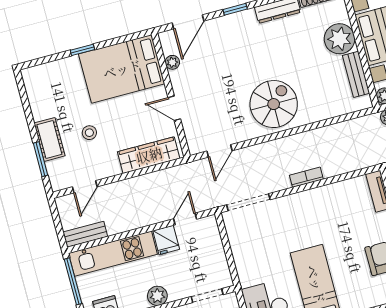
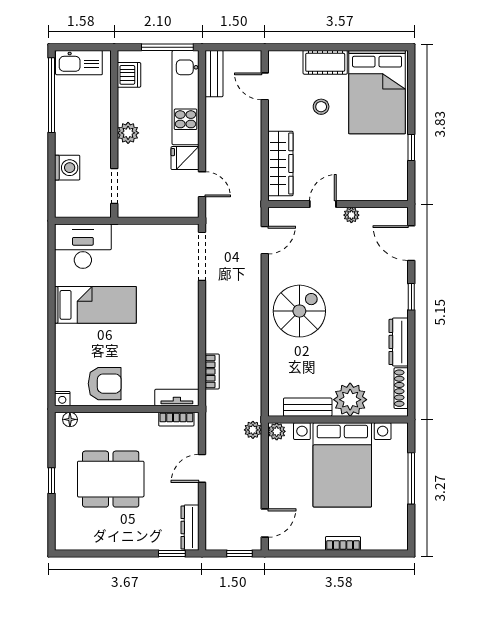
window: (82, 50) -> (411, 147), moved
plant: (172, 62) -> (351, 215), moved
bed: (122, 69) -> (377, 92), moved, turned 180
spiral stairs: (274, 104) -> (299, 311), turned -90
door: (219, 151) -> (265, 240), swing flipped
window: (41, 159) -> (307, 47), removed
bookcase: (306, 177) -> (212, 371), moved

